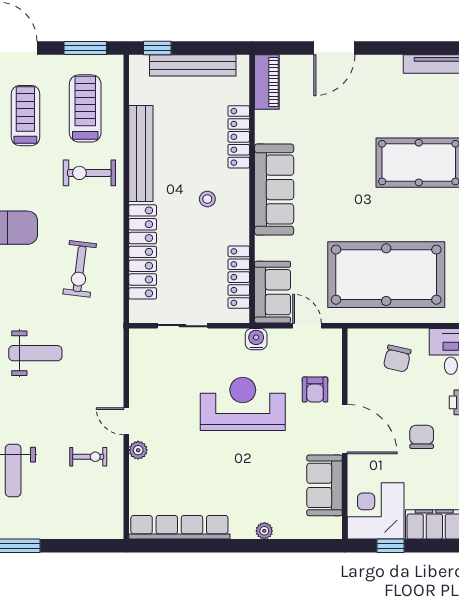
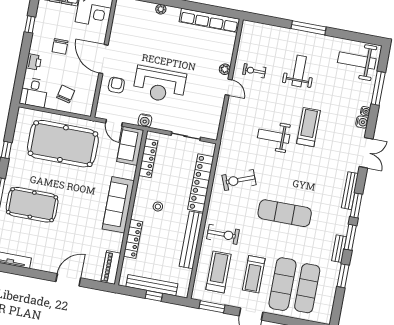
window: (157, 48) -> (154, 296), moved
treadmill: (85, 108) -> (218, 272), turned 180
exercise bike: (80, 269) -> (239, 180), turned -118
sofa: (325, 485) -> (121, 29), removed

